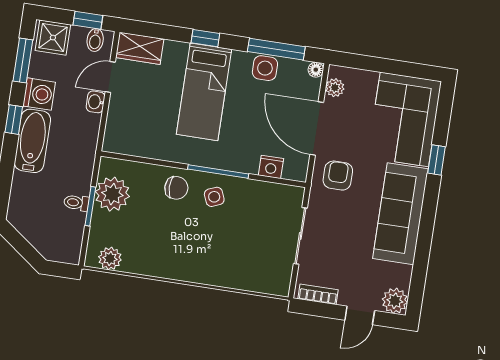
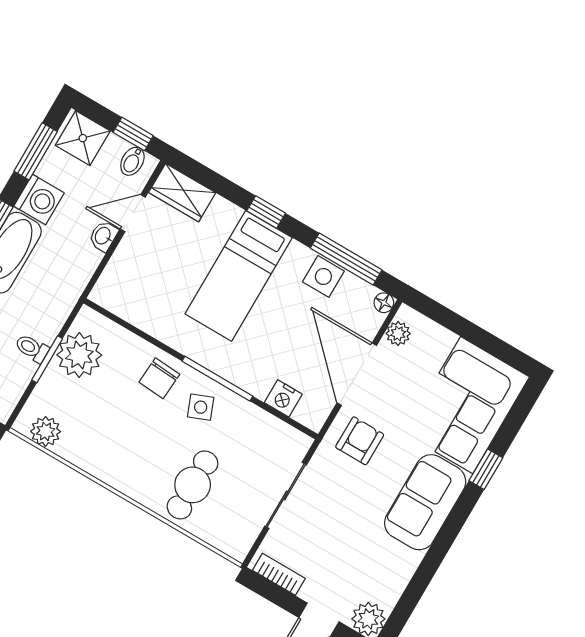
chair: (176, 188) -> (159, 378), turned 94
sofa: (400, 214) -> (425, 502), width x0.73
cafe table: (231, 255) -> (193, 485), added

